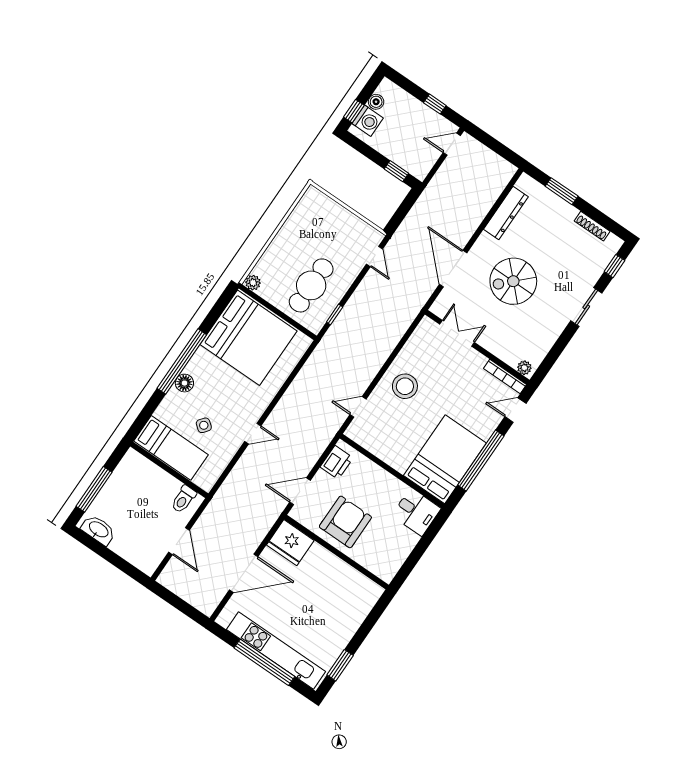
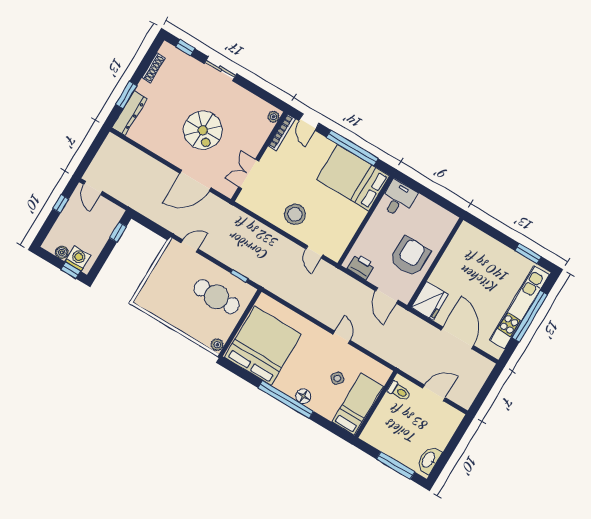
dresser: (506, 213) -> (130, 113), moved, turned 90
armchair: (345, 522) -> (410, 257), turned 90

